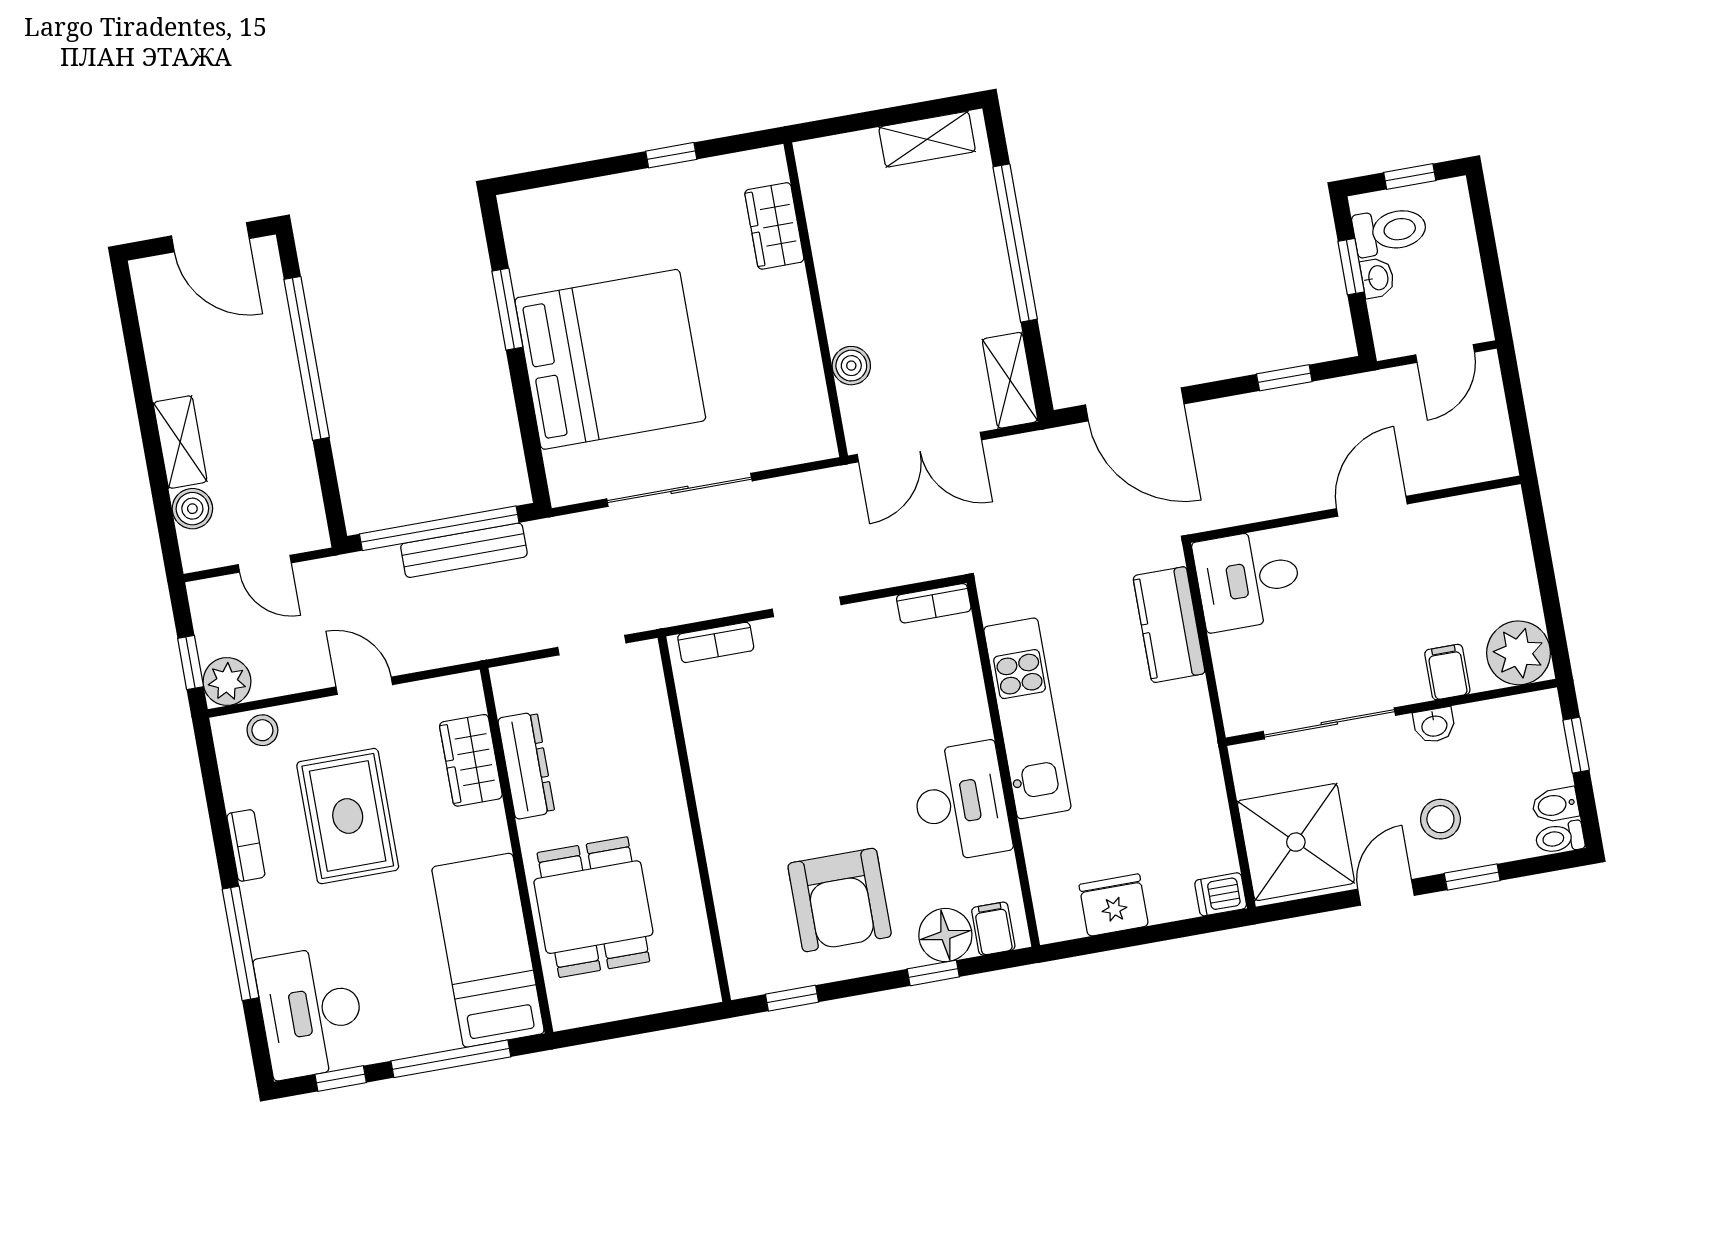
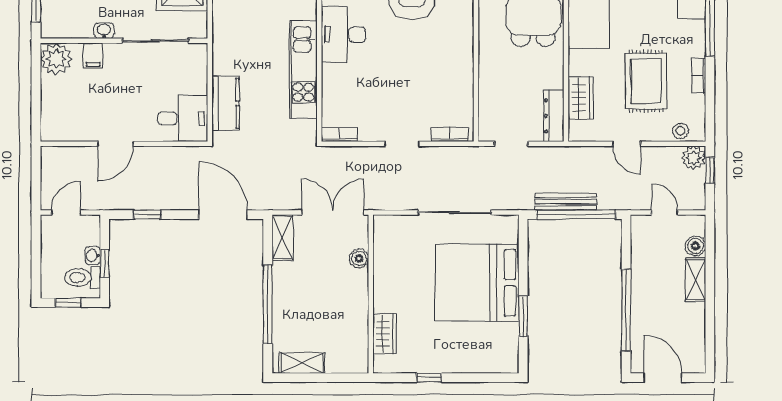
dresser: (526, 765) -> (554, 116), moved

